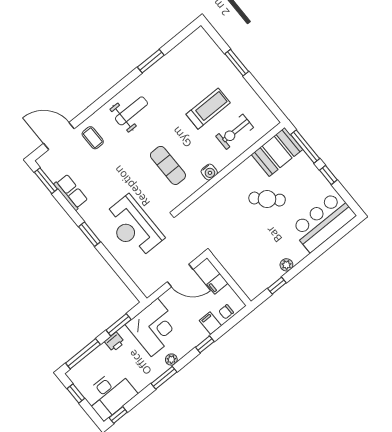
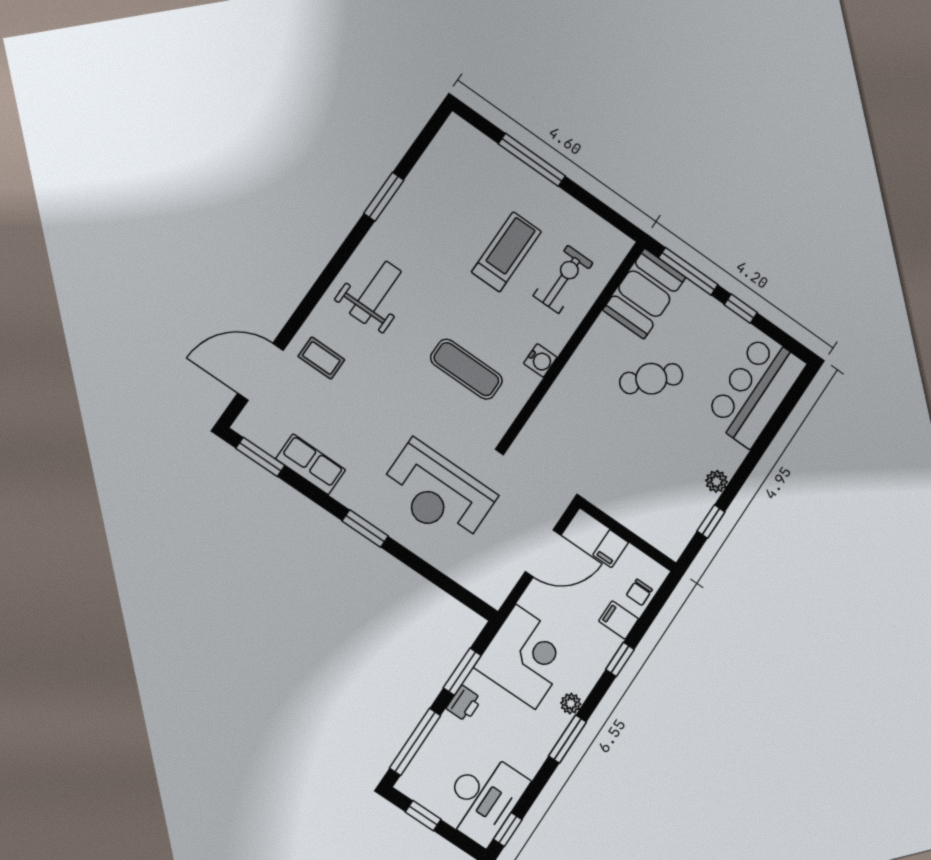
window: (237, 63) -> (532, 160), width x1.44
exercise bike: (235, 132) -> (563, 279), turned 180

